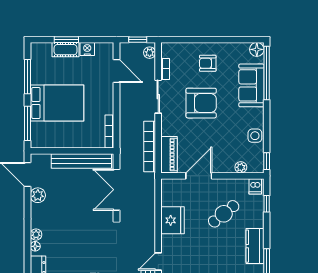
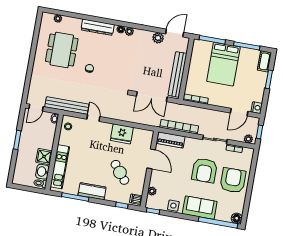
nightstand: (87, 49) -> (257, 108), moved
cot: (66, 50) -> (264, 61), moved
armchair: (208, 63) -> (233, 180), width x1.88, depth x1.88
sofa: (251, 85) -> (200, 208), moved
double door: (116, 190) -> (152, 97), swing flipped

